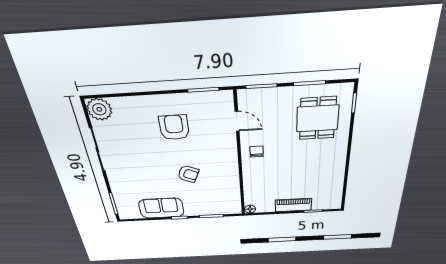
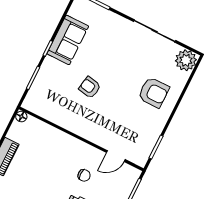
armchair: (174, 127) -> (154, 92), moved
chair: (257, 151) -> (84, 175), moved
armchair: (188, 174) -> (90, 87), turned 76

